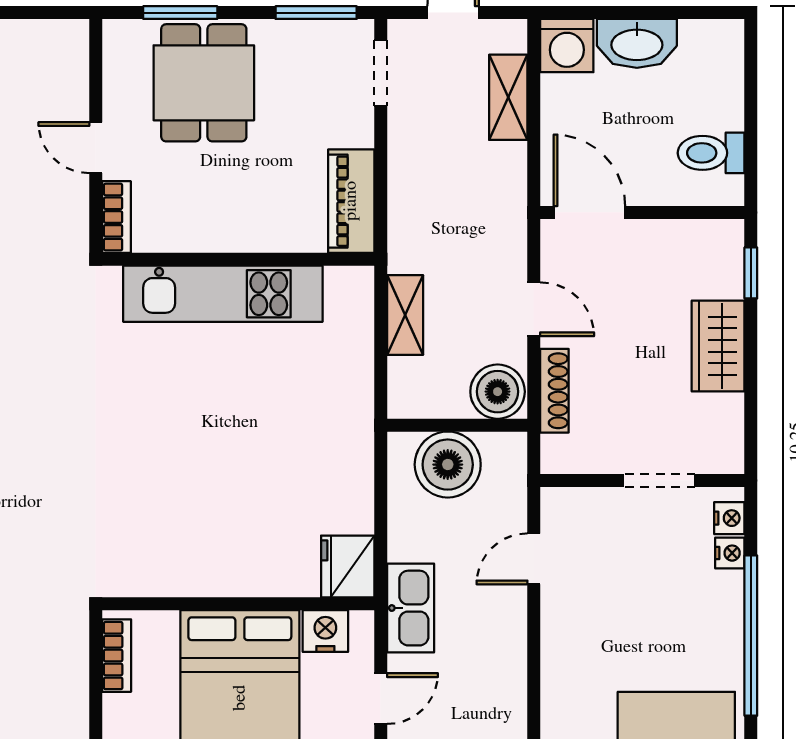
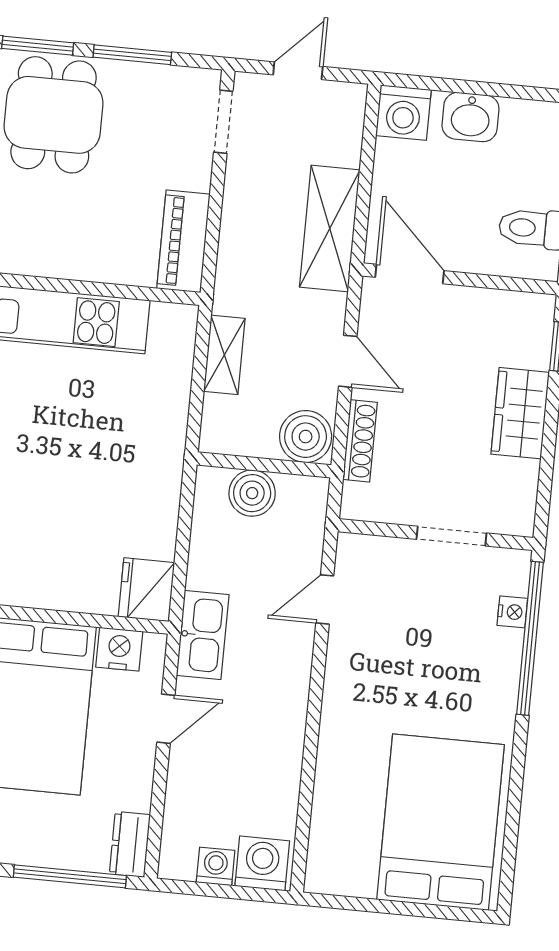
window: (316, 13) -> (132, 55), moved
washbasin: (637, 43) -> (470, 117), width x0.72
shelving: (508, 97) -> (330, 229), moved, width x1.50, depth x1.33
boiler: (448, 465) -> (252, 493), width x0.73, depth x0.73
nightstand: (729, 518) -> (515, 579), removed
window: (751, 636) -> (530, 638), moved

